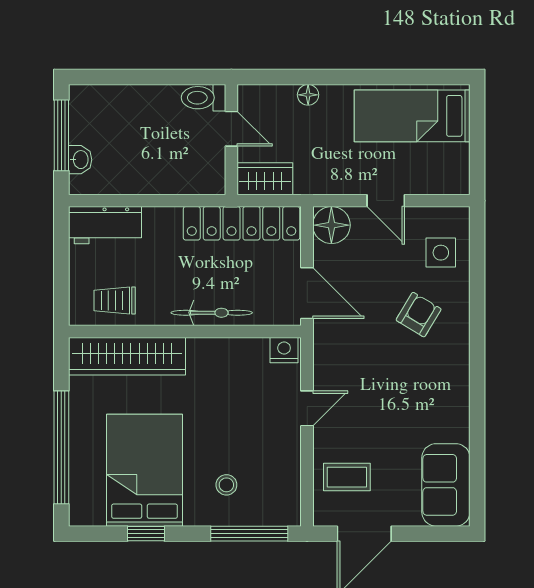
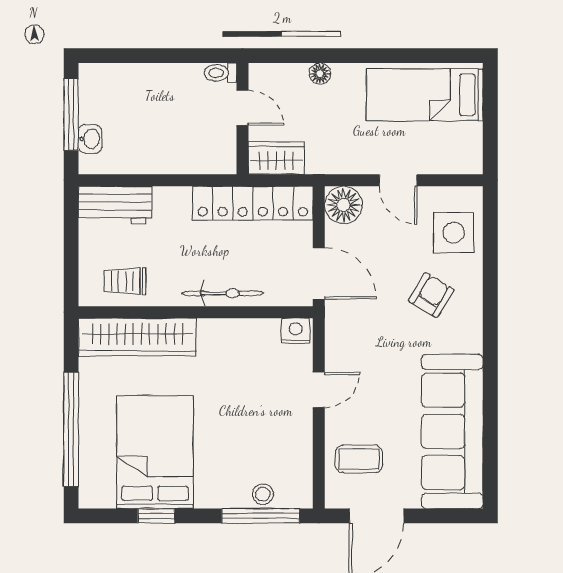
toilet: (203, 98) -> (221, 73), width x0.73, depth x0.72
side table: (441, 253) -> (454, 233), width x1.37, depth x1.37
stool: (226, 485) -> (263, 494), moved
sofa: (446, 485) -> (452, 431), width x1.85, depth x1.27

